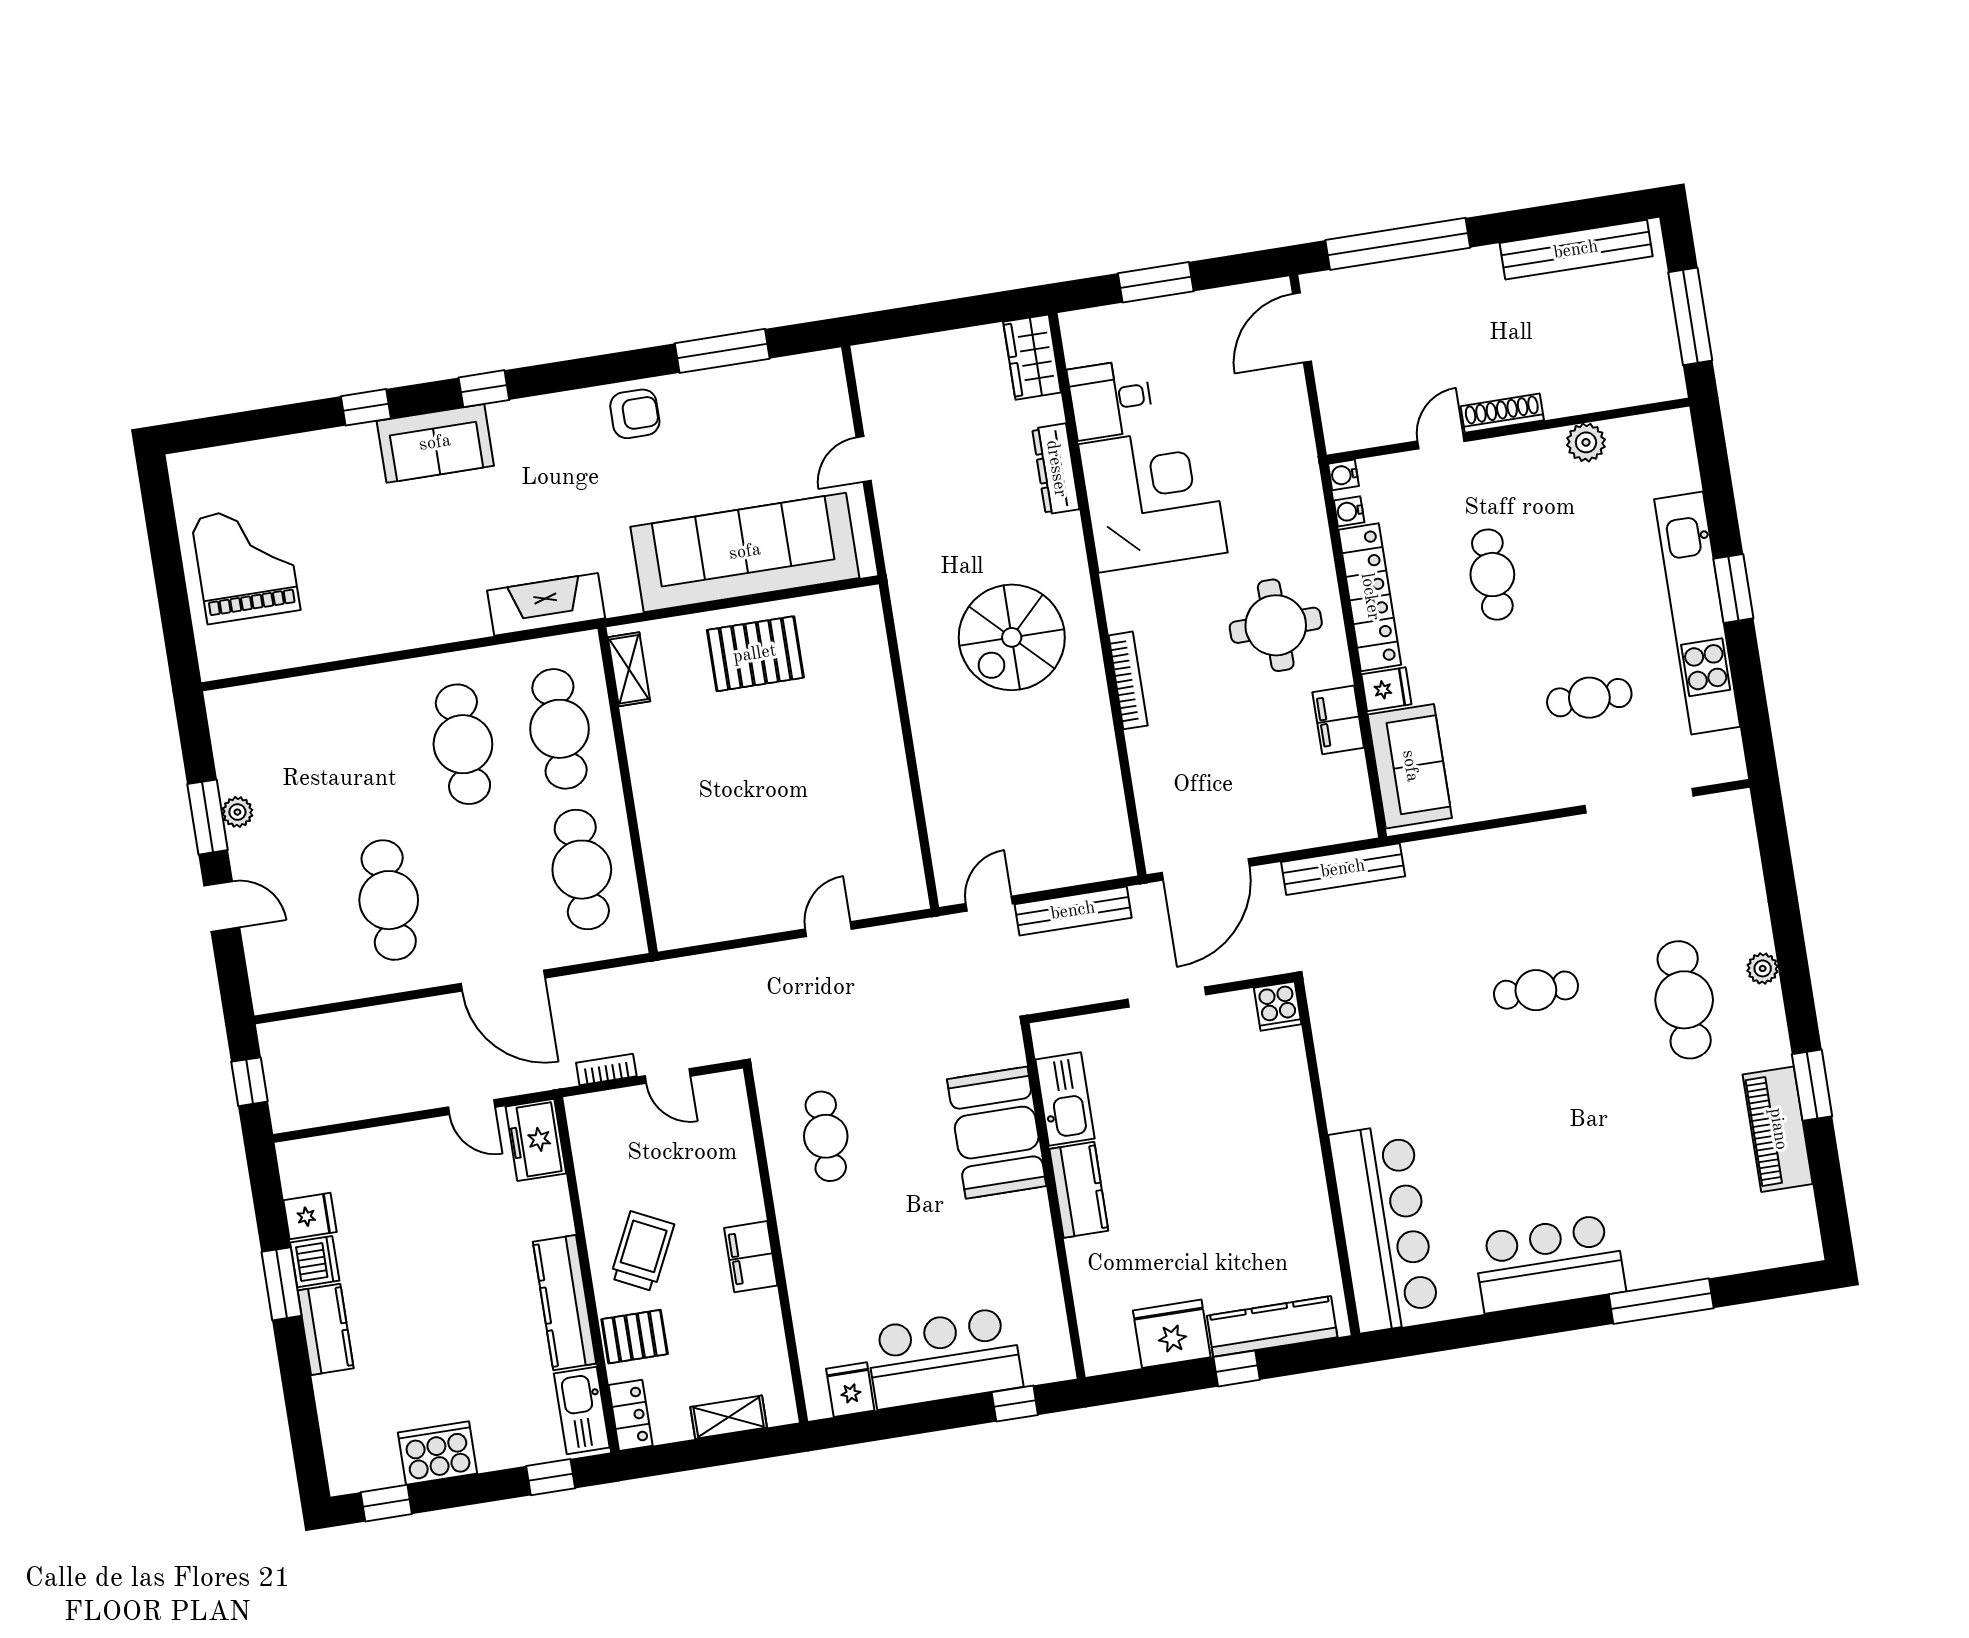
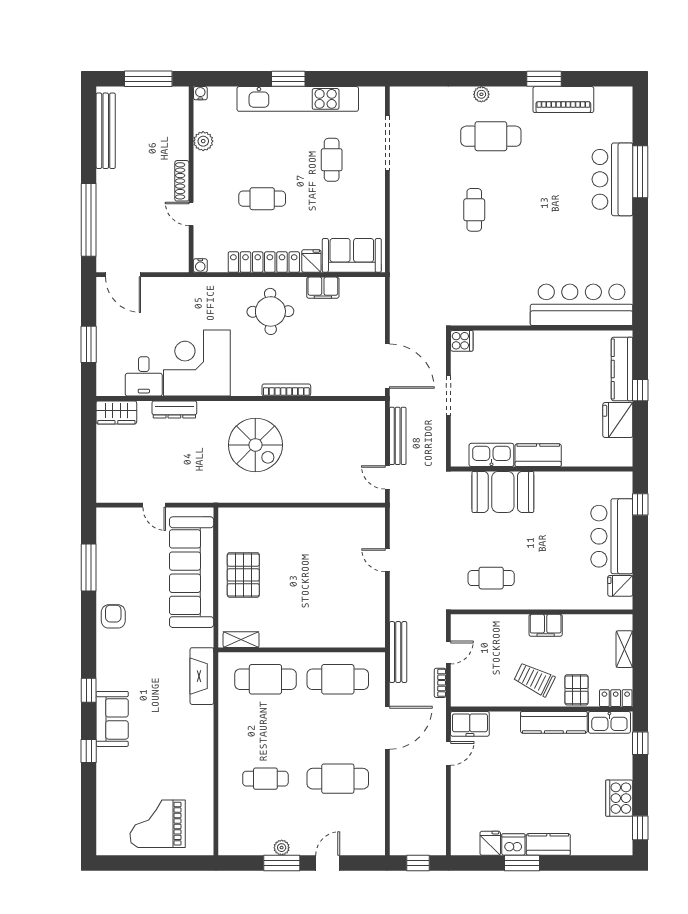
water cooler: (1349, 511) -> (200, 93), moved, turned 180
cafe table: (463, 744) -> (265, 779), moved, width x0.73, depth x0.74
bench: (1343, 869) -> (398, 652), moved
bar counter: (1549, 1263) -> (612, 179), moved

